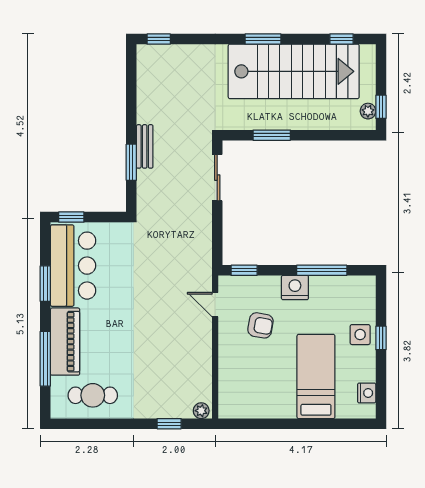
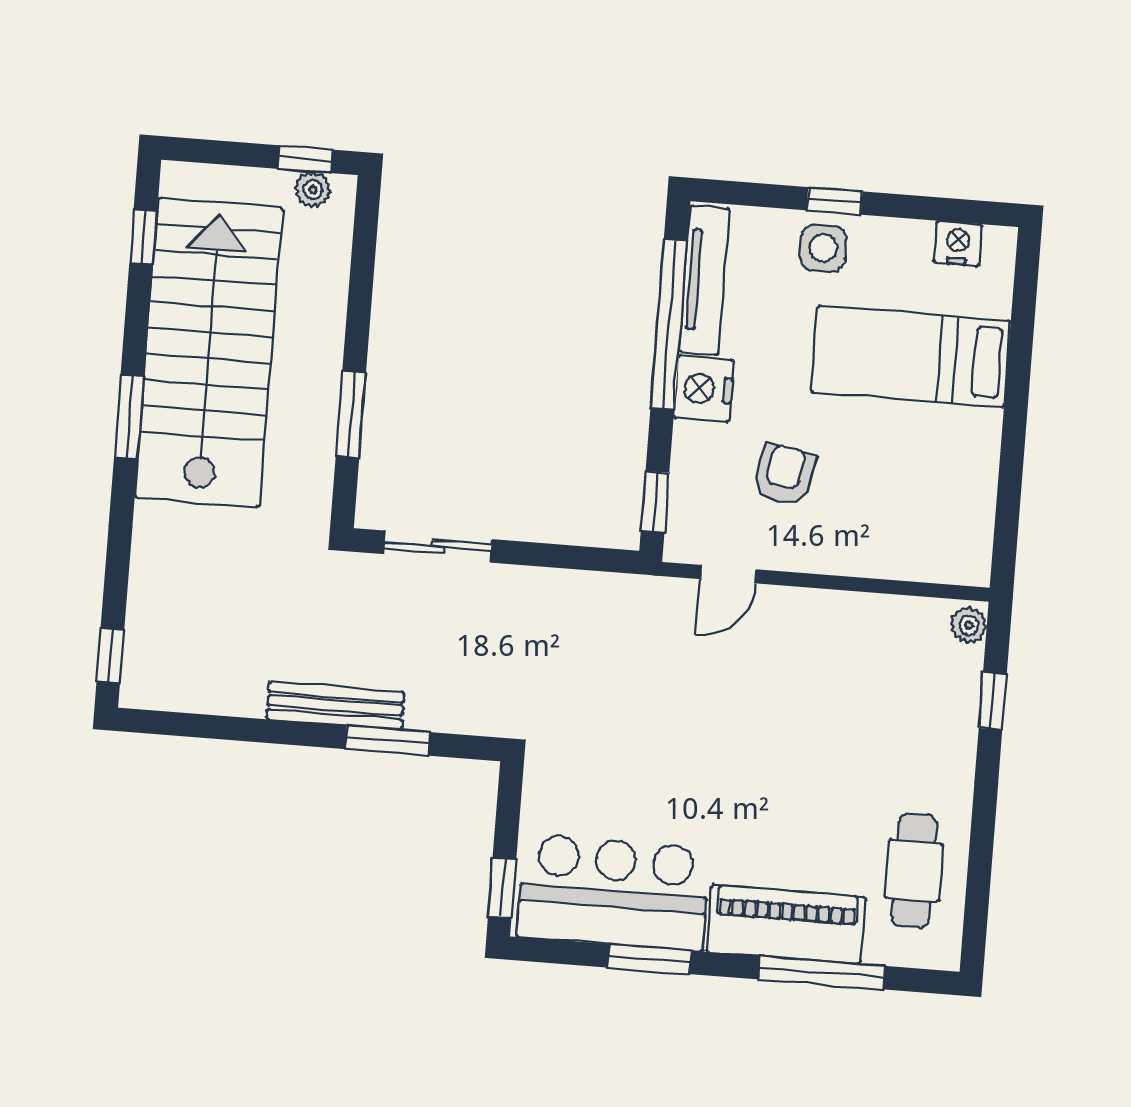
bench: (145, 146) -> (336, 706), width x1.36
window: (322, 270) -> (669, 324), width x1.46
tv unit: (342, 284) -> (704, 280), added

